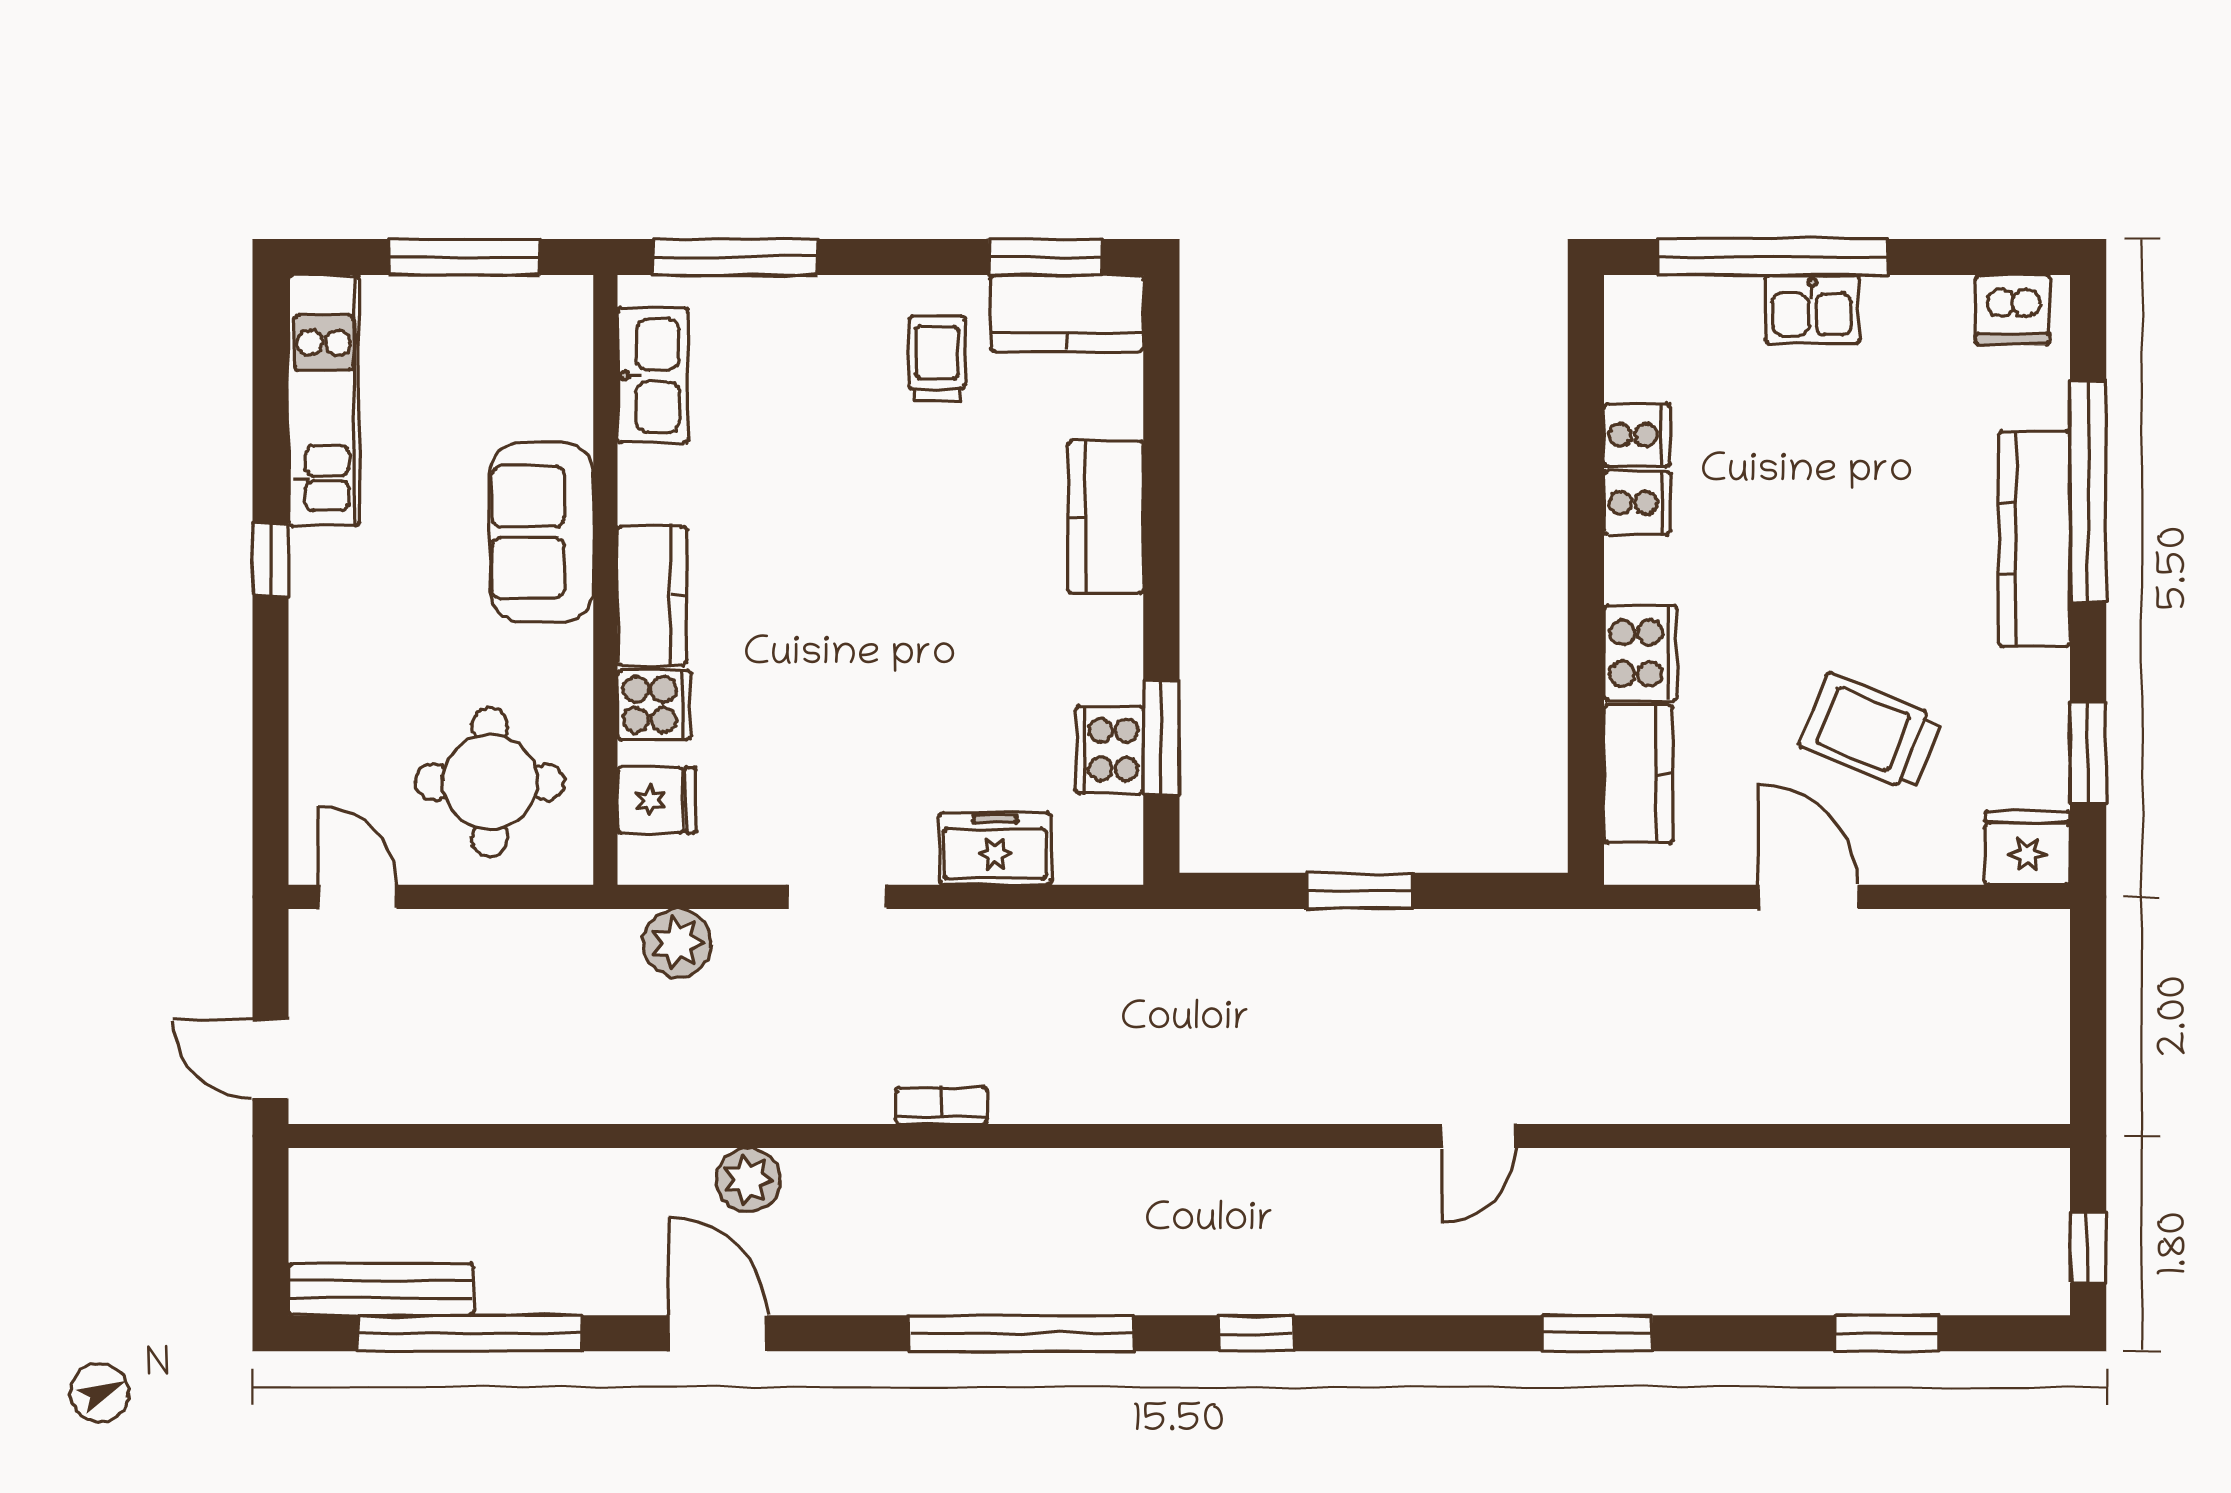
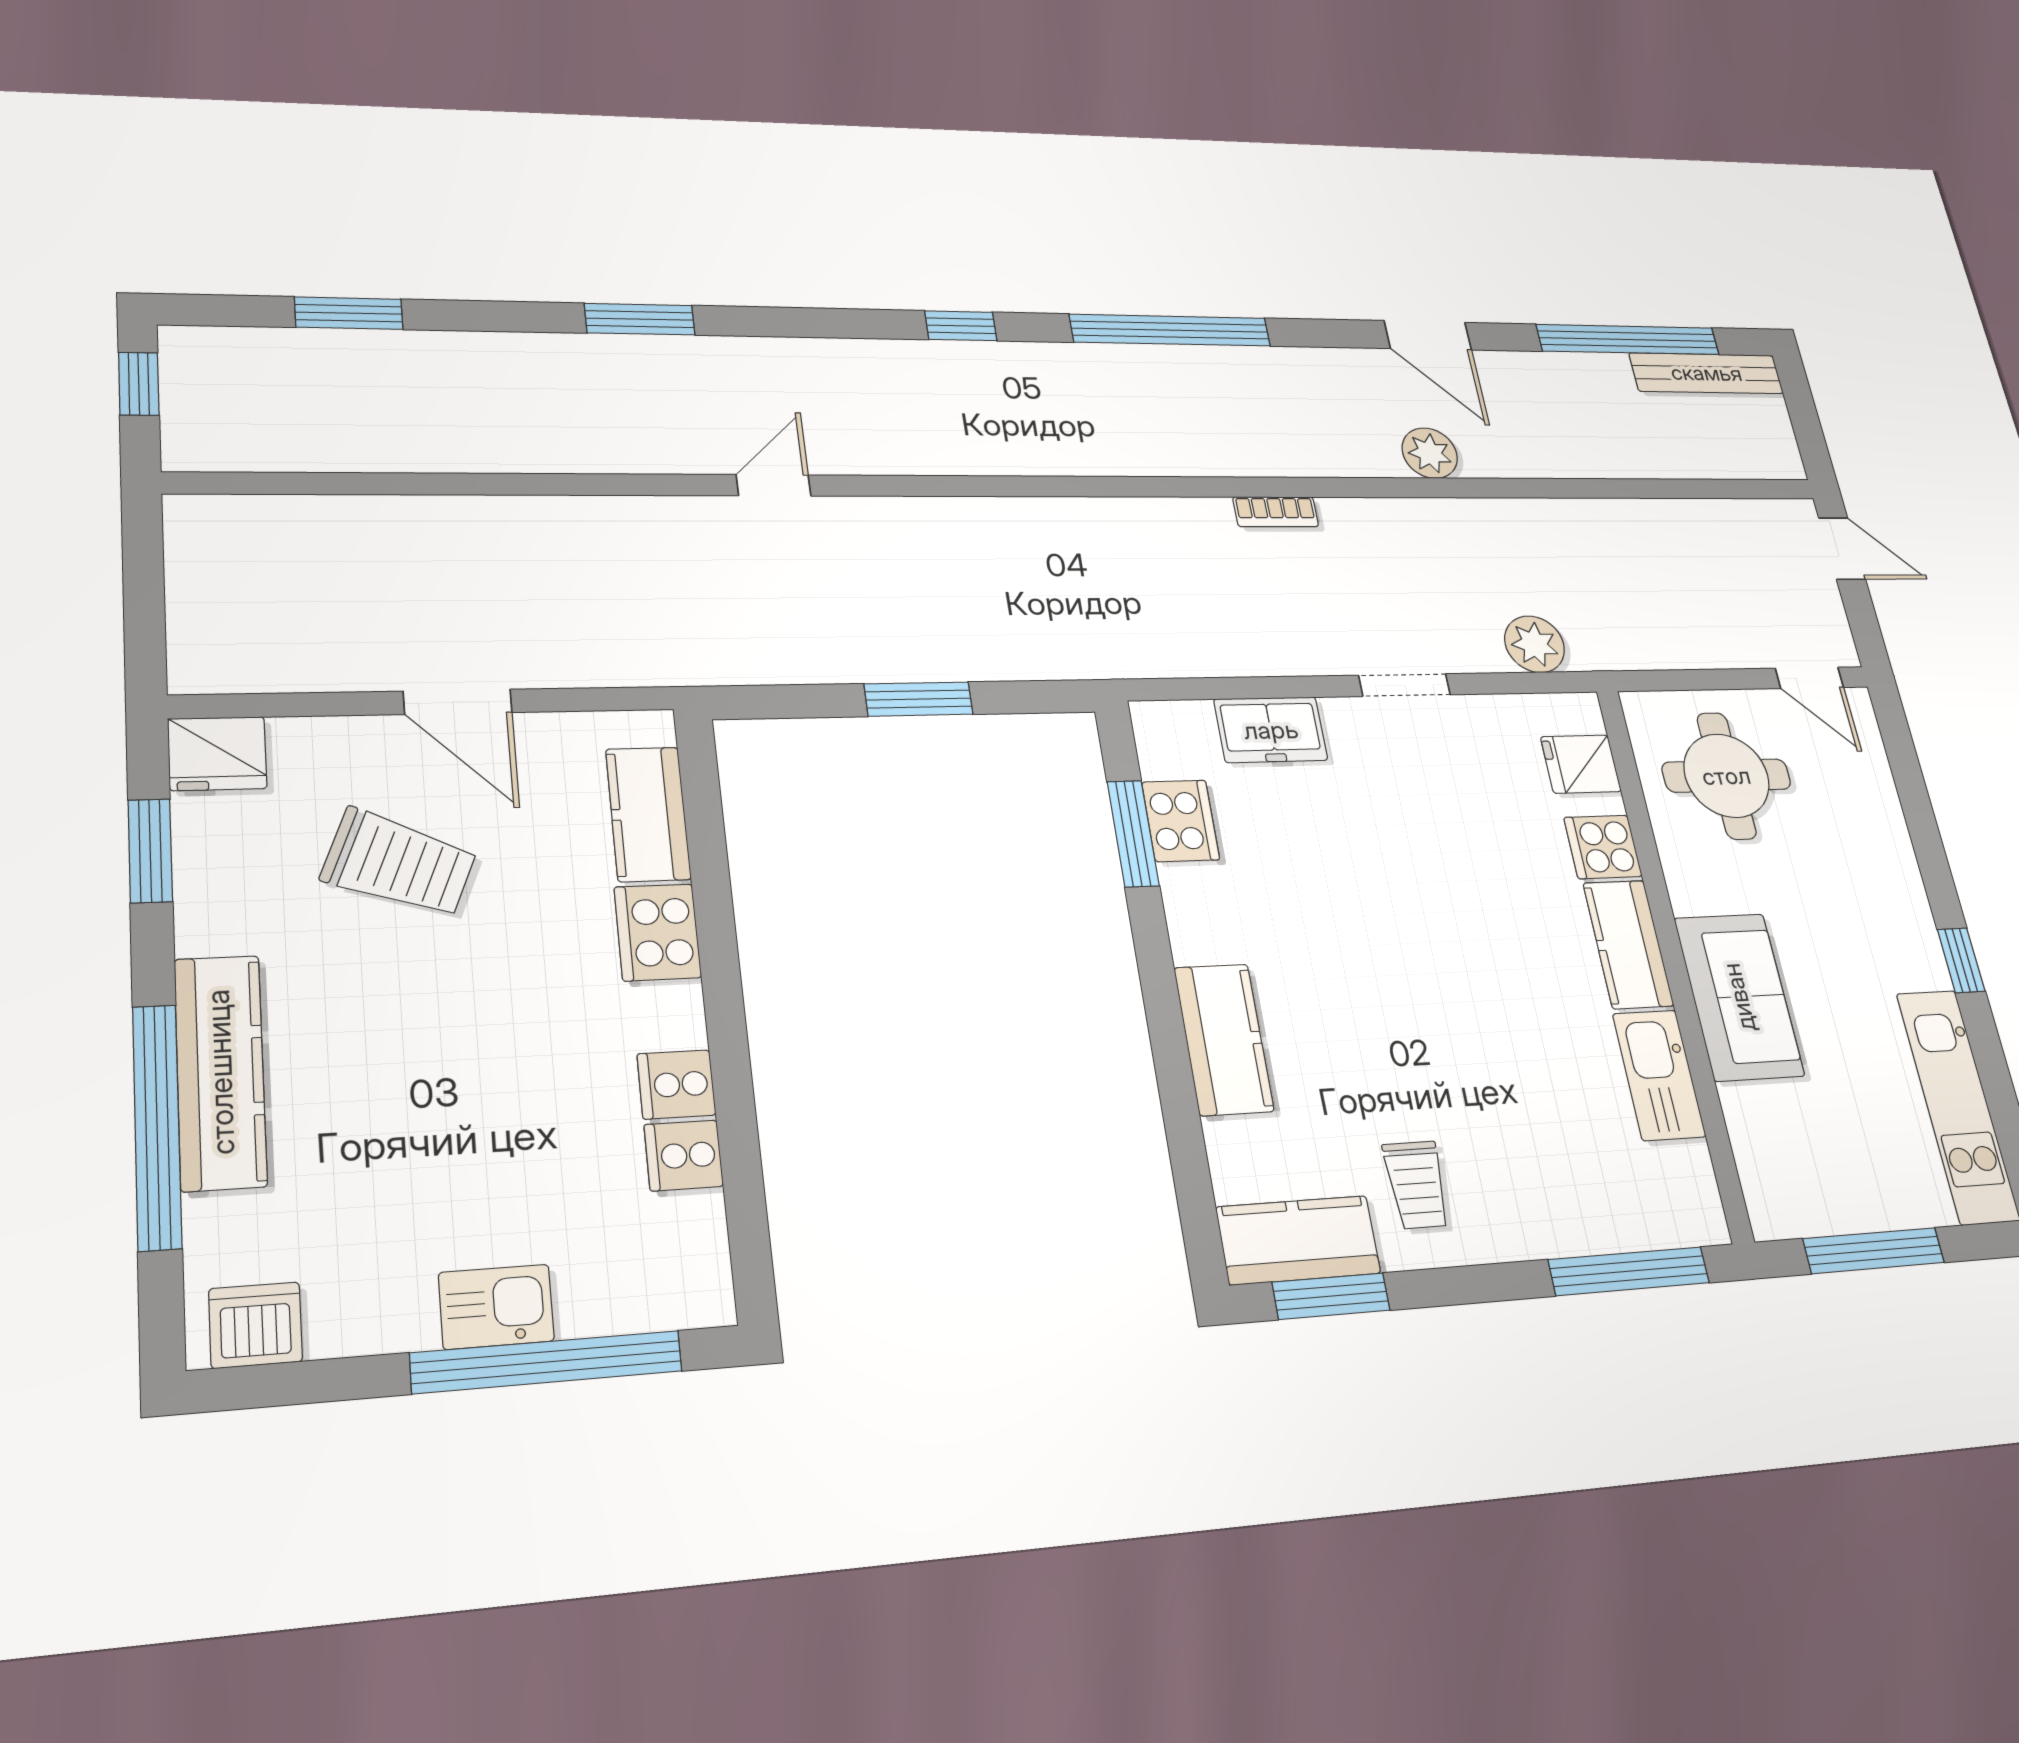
kitchen sink: (653, 376) -> (1659, 1075), moved

